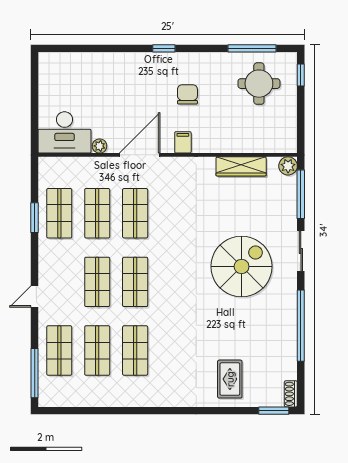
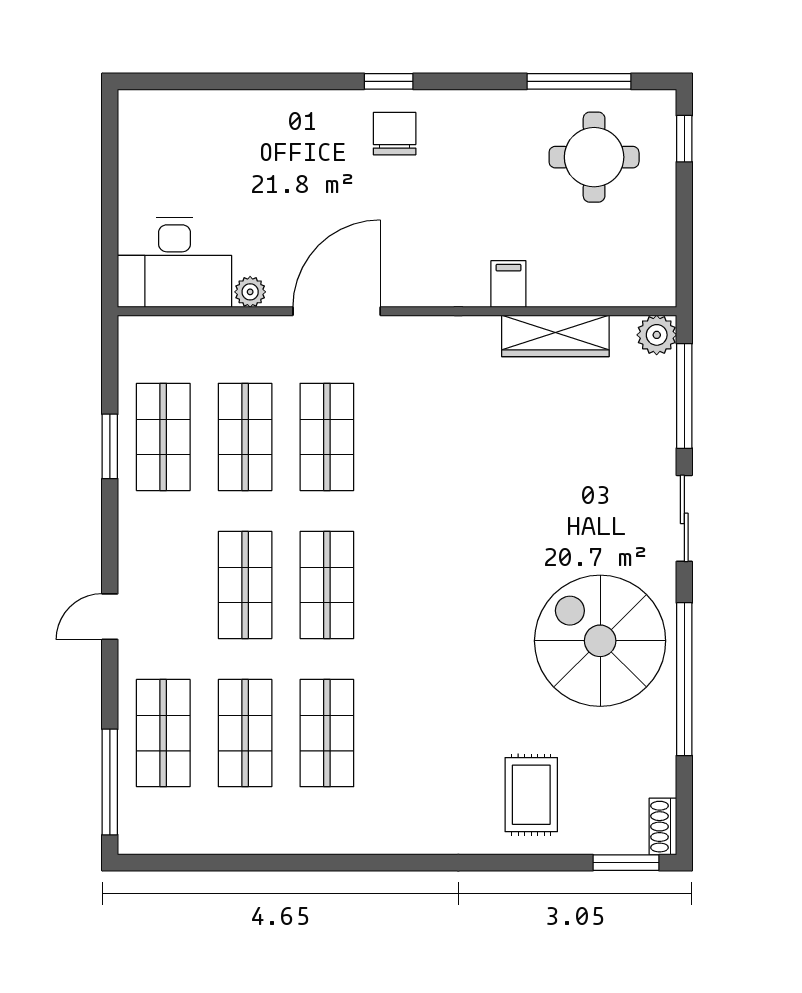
chair: (187, 94) -> (395, 134), moved
filing cabinet: (183, 142) -> (508, 284), moved
spiral stairs: (242, 266) -> (600, 641), moved, turned -90

